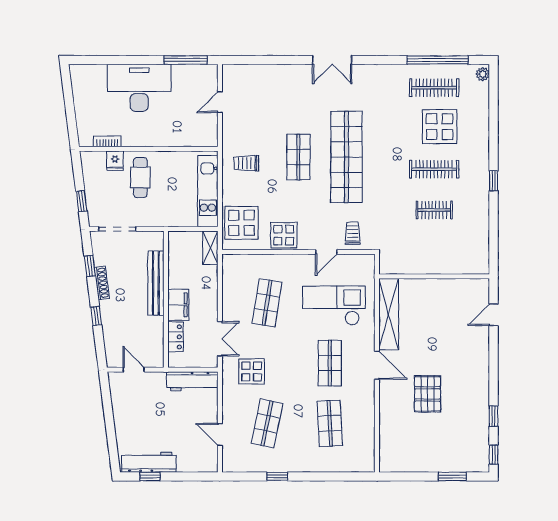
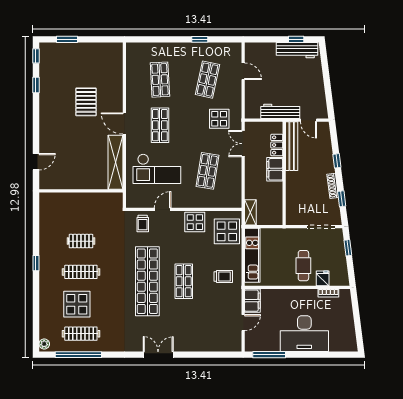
filing cabinet: (208, 131) -> (252, 301), added
bench: (156, 283) -> (292, 146), moved
workbench: (192, 381) -> (280, 111), moved

